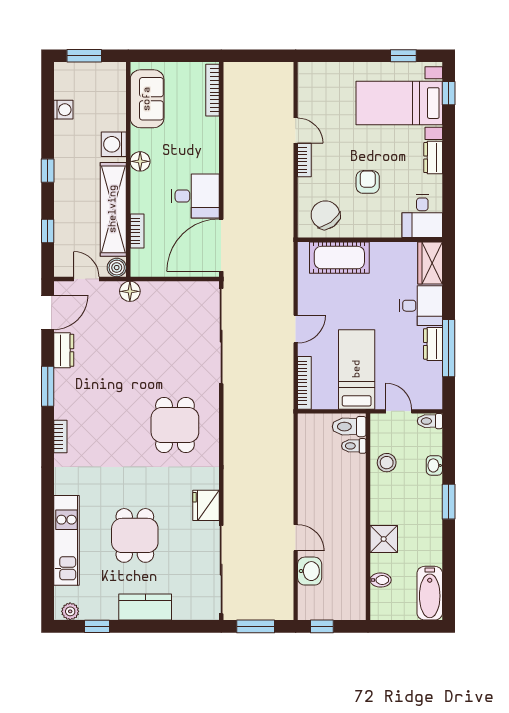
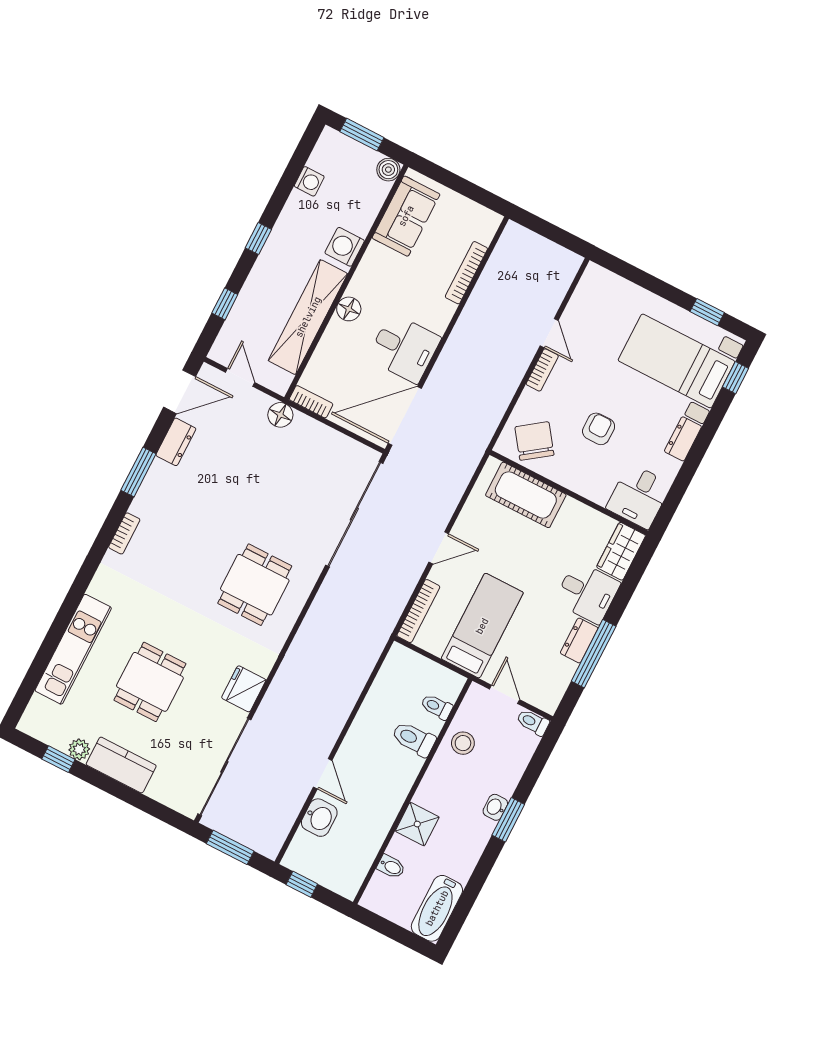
bookcase: (212, 90) -> (466, 273), moved
floor lamp: (140, 161) -> (349, 309), moved
bookcase: (137, 231) -> (311, 402), moved, turned -90
boiler: (117, 268) -> (388, 170), moved
toilet: (349, 427) -> (414, 739), moved
washbasin: (434, 465) -> (495, 807), moved
plant: (70, 611) -> (79, 749), moved

